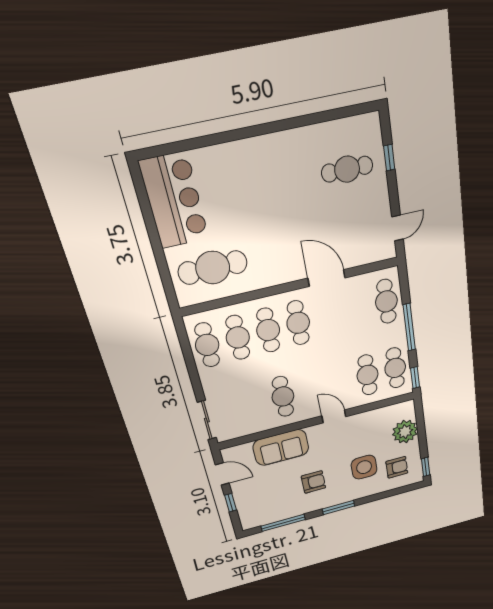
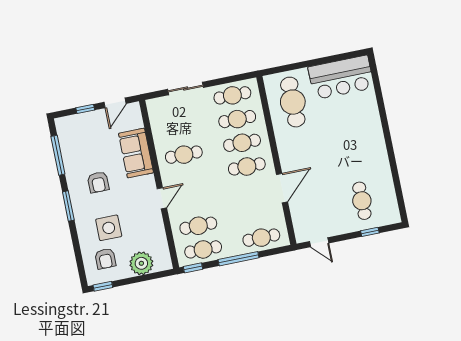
sliding door: (207, 420) -> (186, 88), moved

